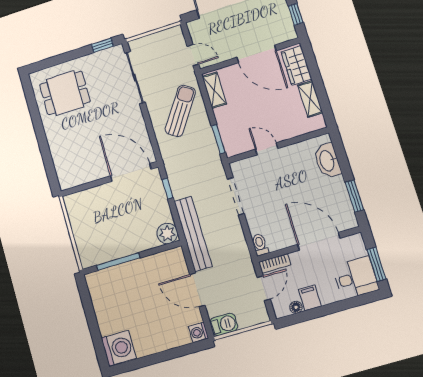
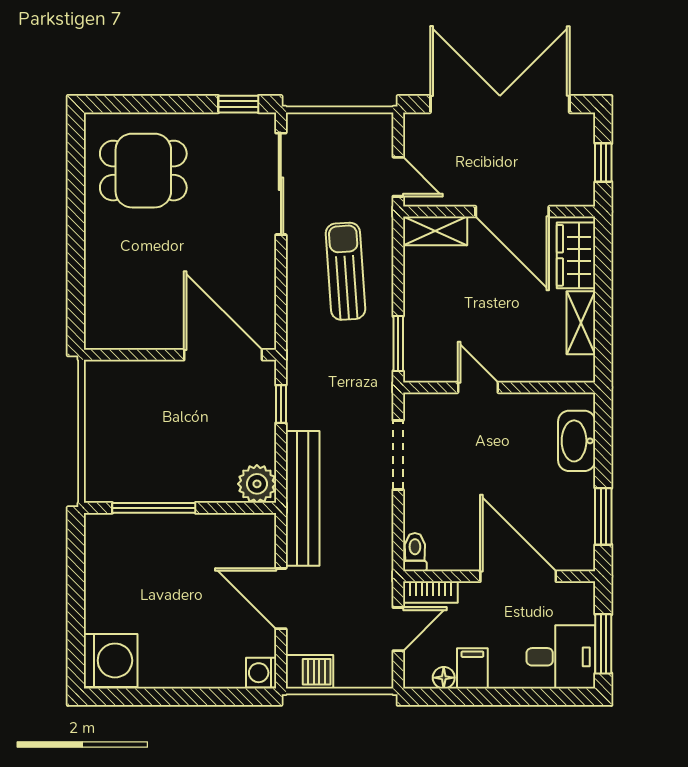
shelving: (214, 90) -> (435, 231), moved, turned 90
sun lounger: (180, 111) -> (345, 271), turned -38

